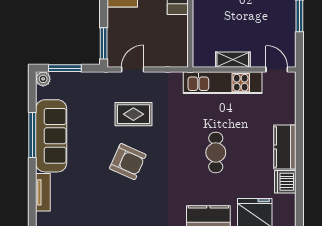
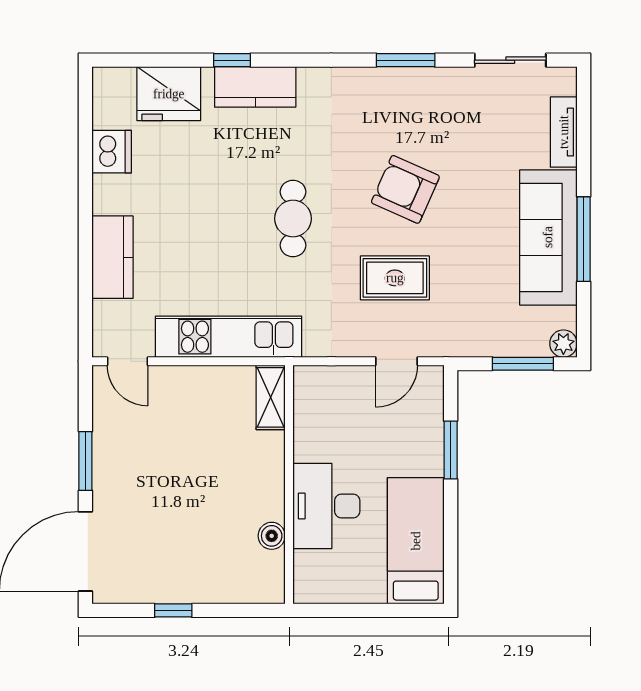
window: (104, 43) -> (451, 450), moved
shelving: (233, 60) -> (271, 397), moved, turned 90
kitchen counter: (285, 147) -> (112, 257), moved
cafe table: (216, 152) -> (293, 219), moved

